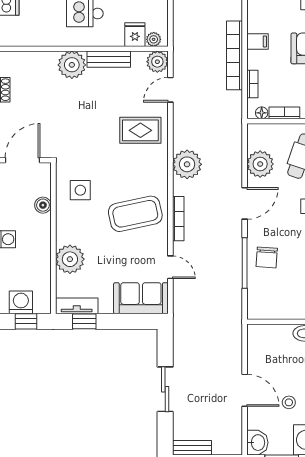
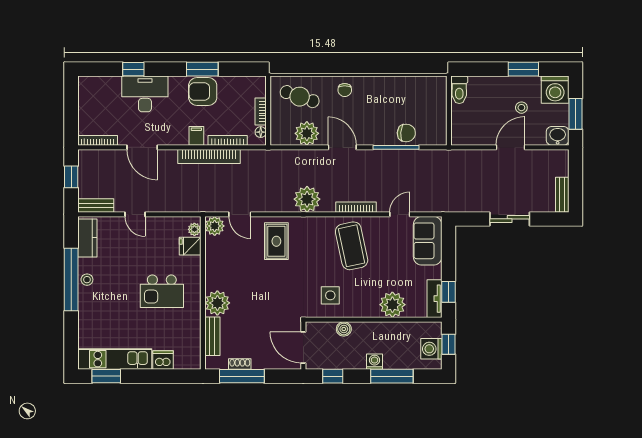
bench: (109, 59) -> (212, 336), moved
bookcase: (252, 84) -> (228, 140), width x1.56
chair: (267, 257) -> (406, 133), moved

